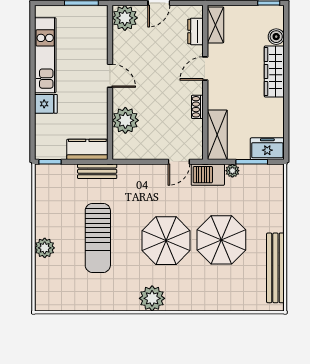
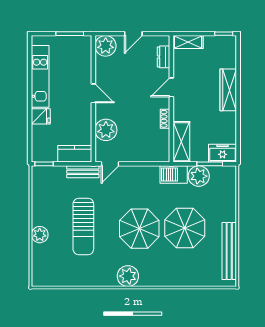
shelving: (215, 25) -> (188, 42), moved, turned 90
boiler: (276, 37) -> (230, 61), removed
door: (179, 162) -> (110, 164), moved
plant: (232, 171) -> (199, 176), width x1.88, depth x1.88

